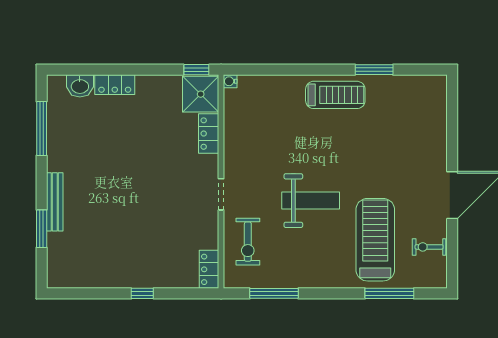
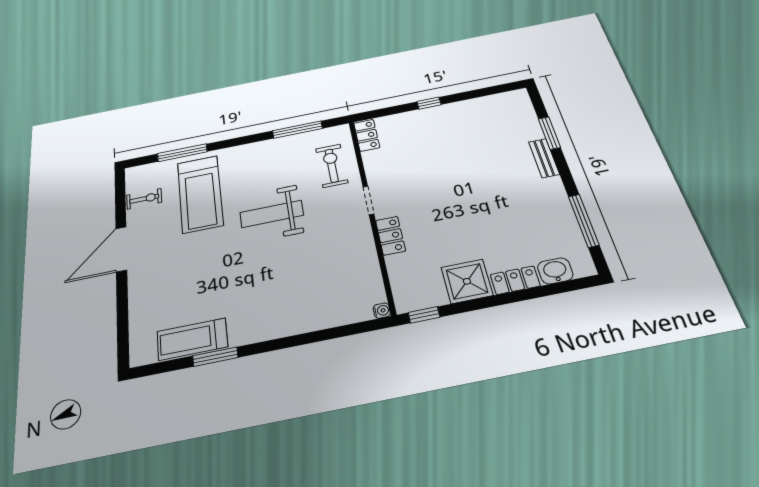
shower: (201, 94) -> (467, 281), moved
treadmill: (335, 95) -> (192, 339), moved
locker: (209, 134) -> (390, 236), moved
bench: (55, 202) -> (544, 158), width x0.73

